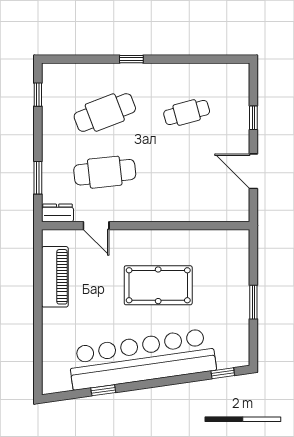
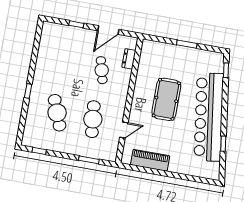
cafe table: (187, 113) -> (102, 70), moved
dresser: (58, 213) -> (129, 59), moved

